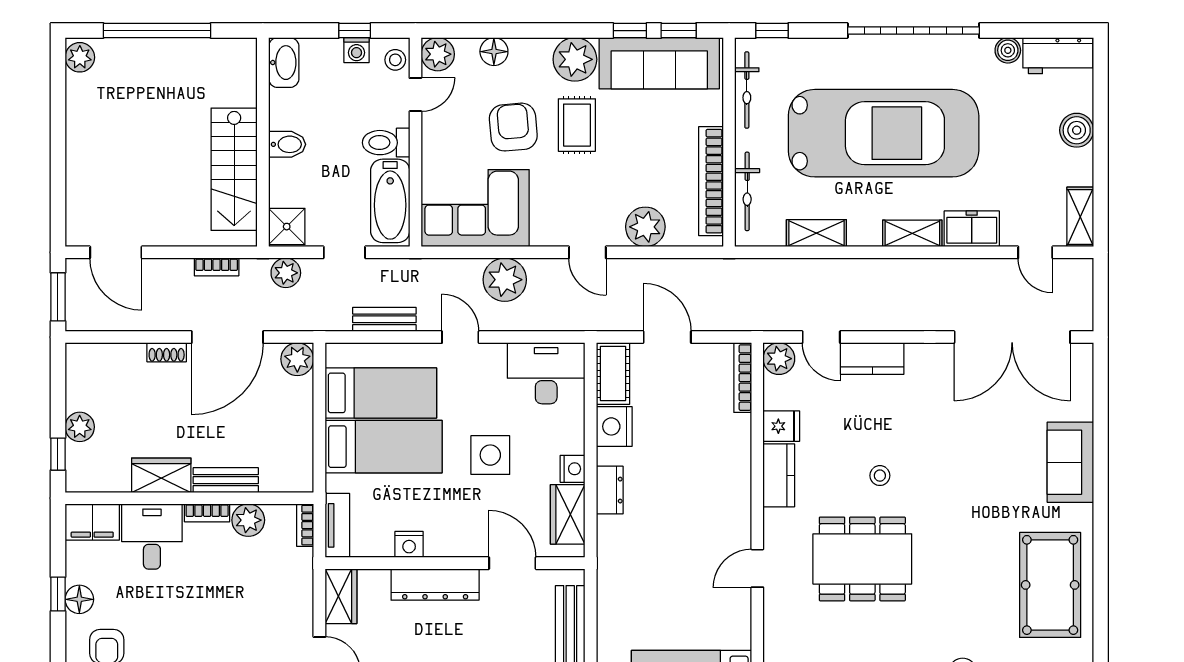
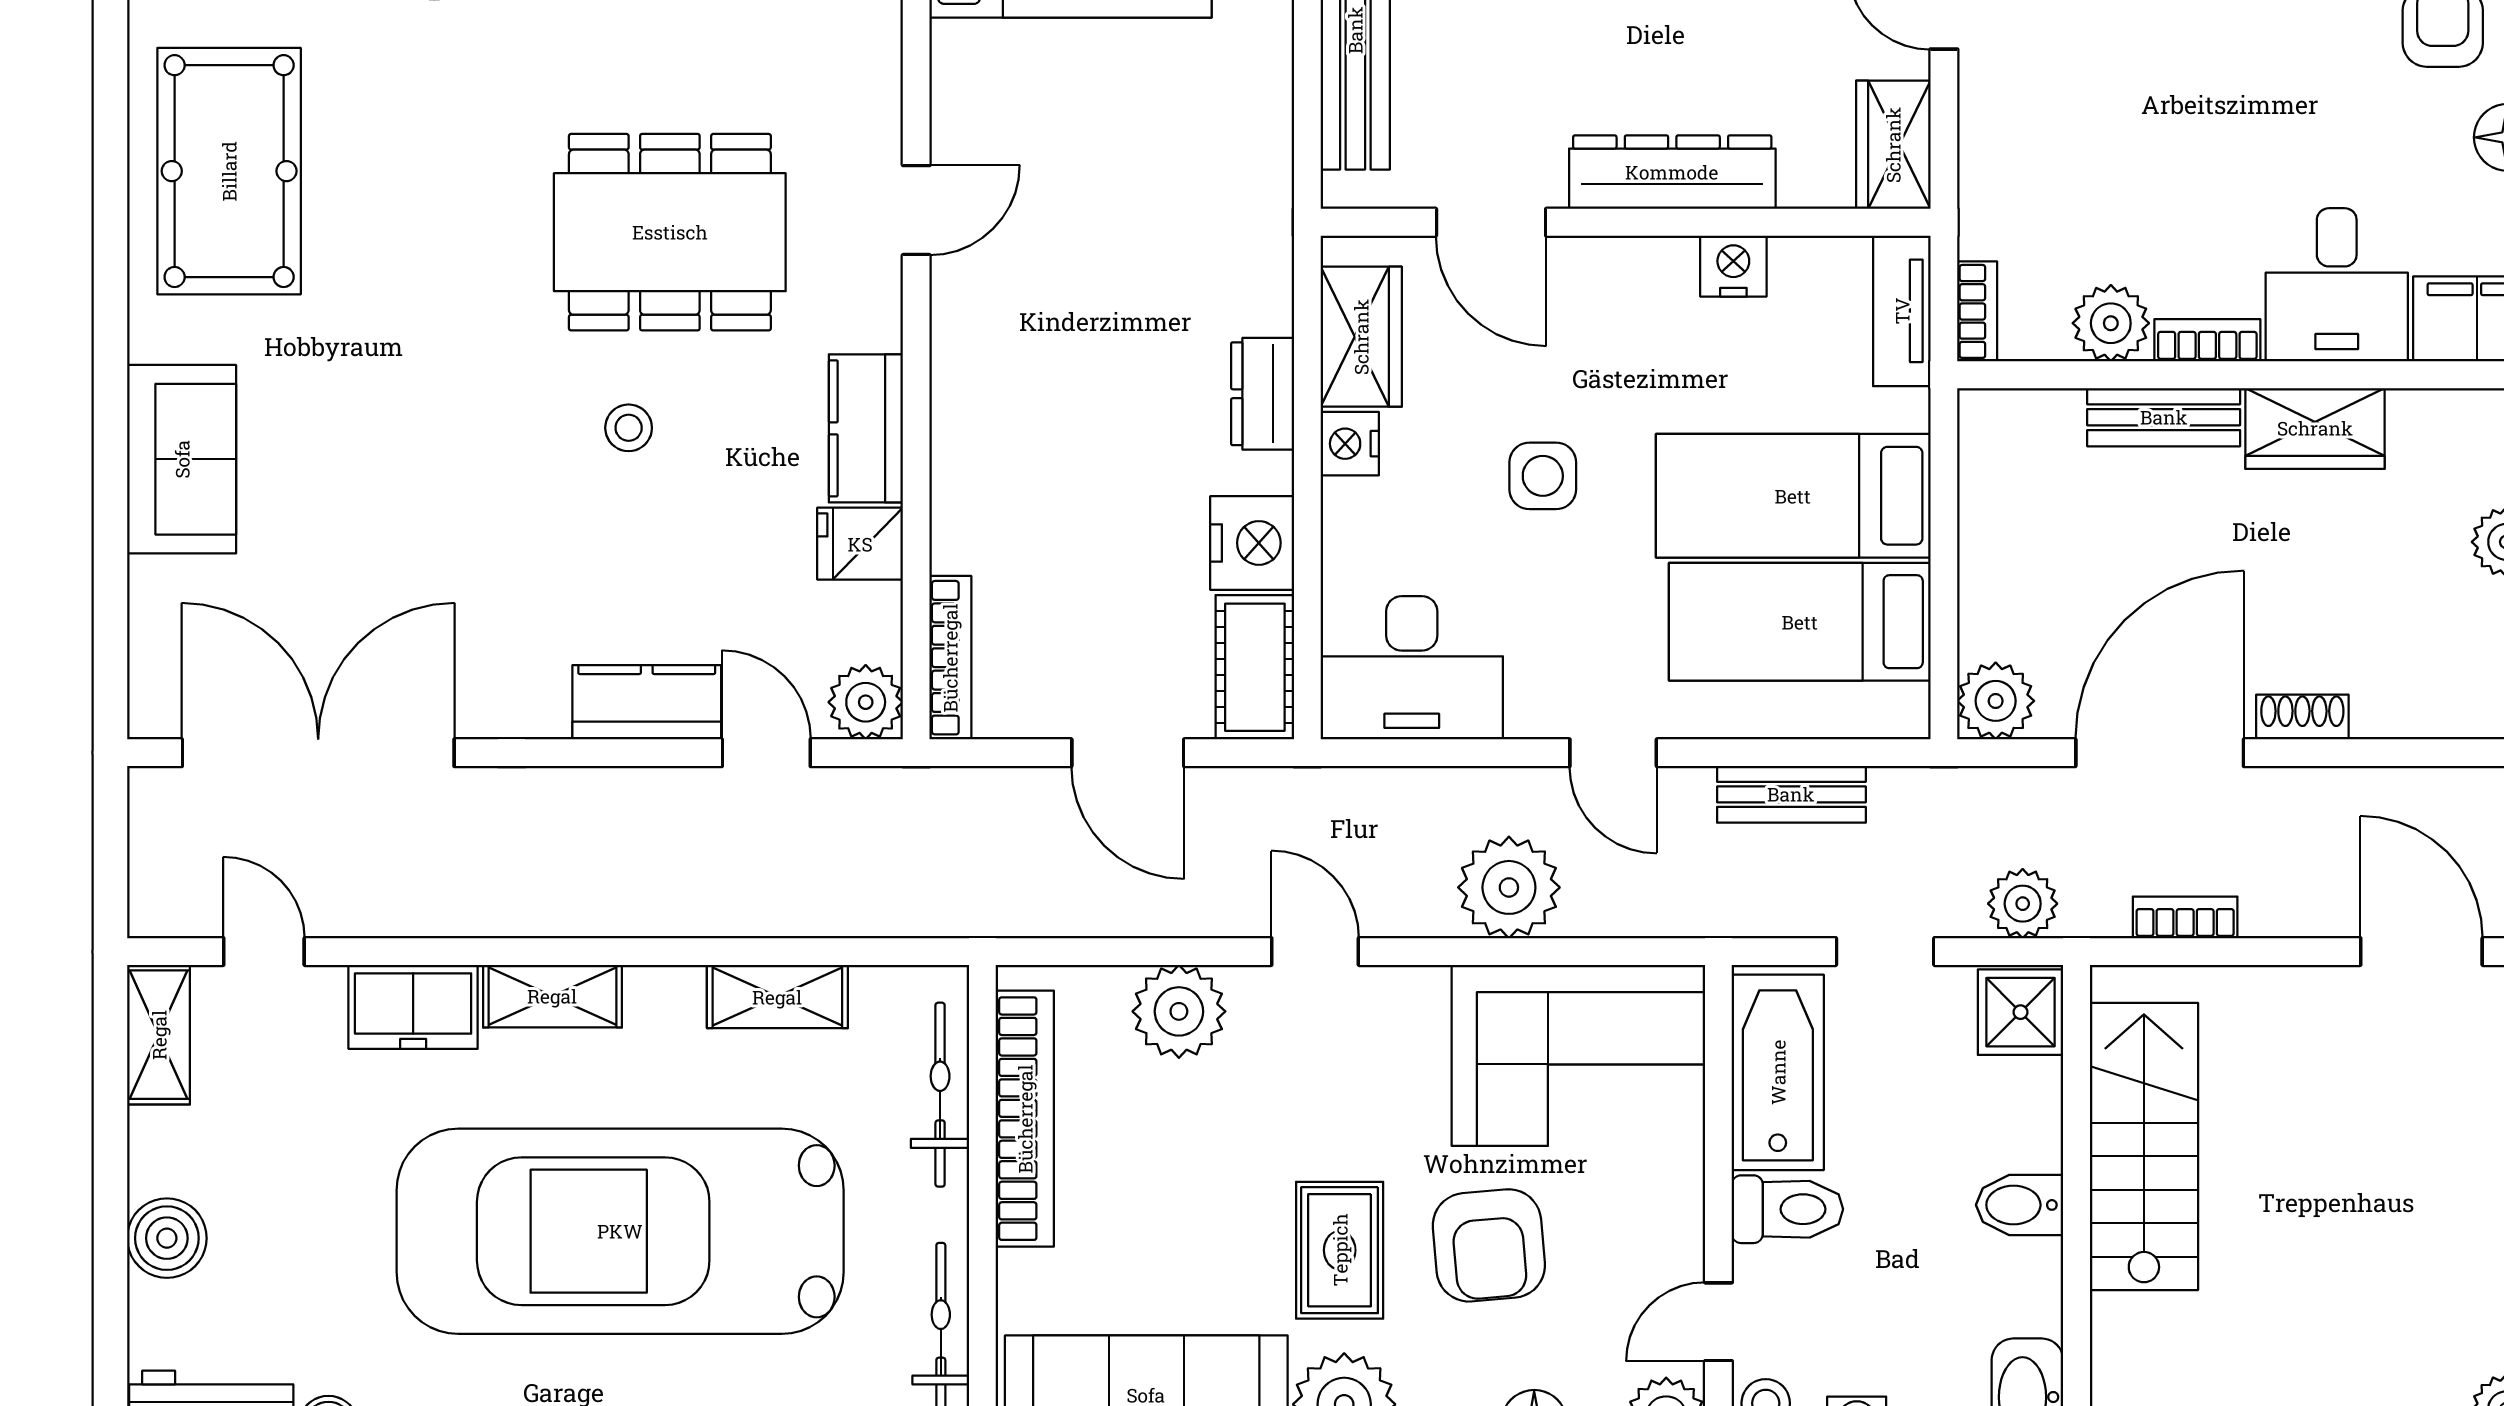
side table: (490, 455) -> (1543, 476), width x0.73, depth x0.73

